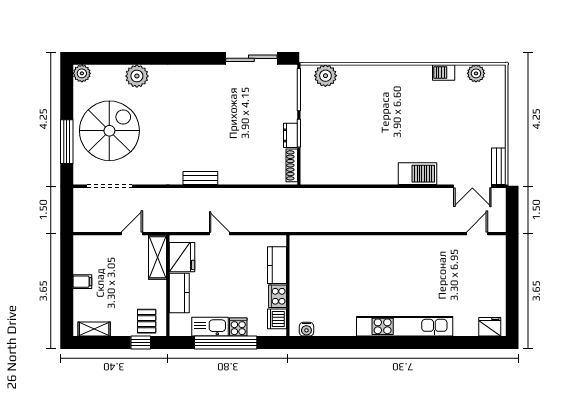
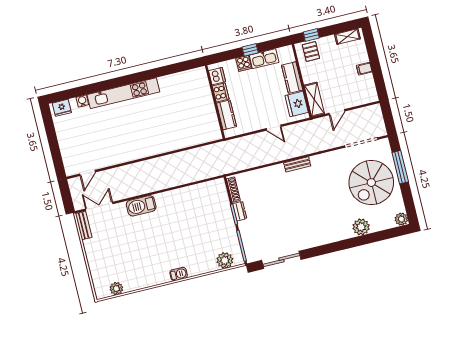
barbecue: (444, 72) -> (179, 274), moved
water cooler: (306, 329) -> (82, 101), moved
window: (226, 343) -> (250, 50), width x0.32

